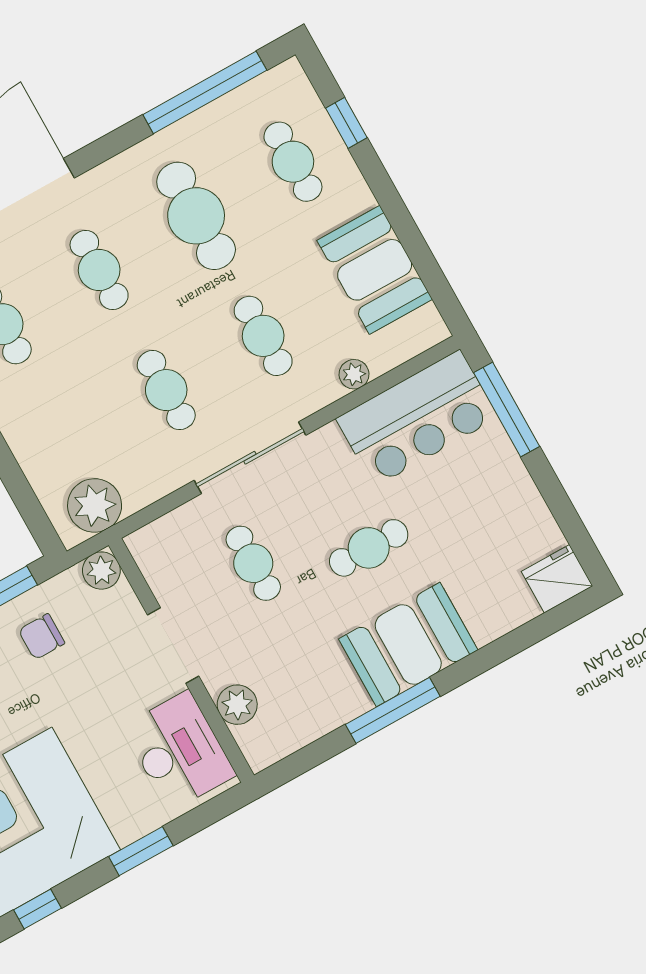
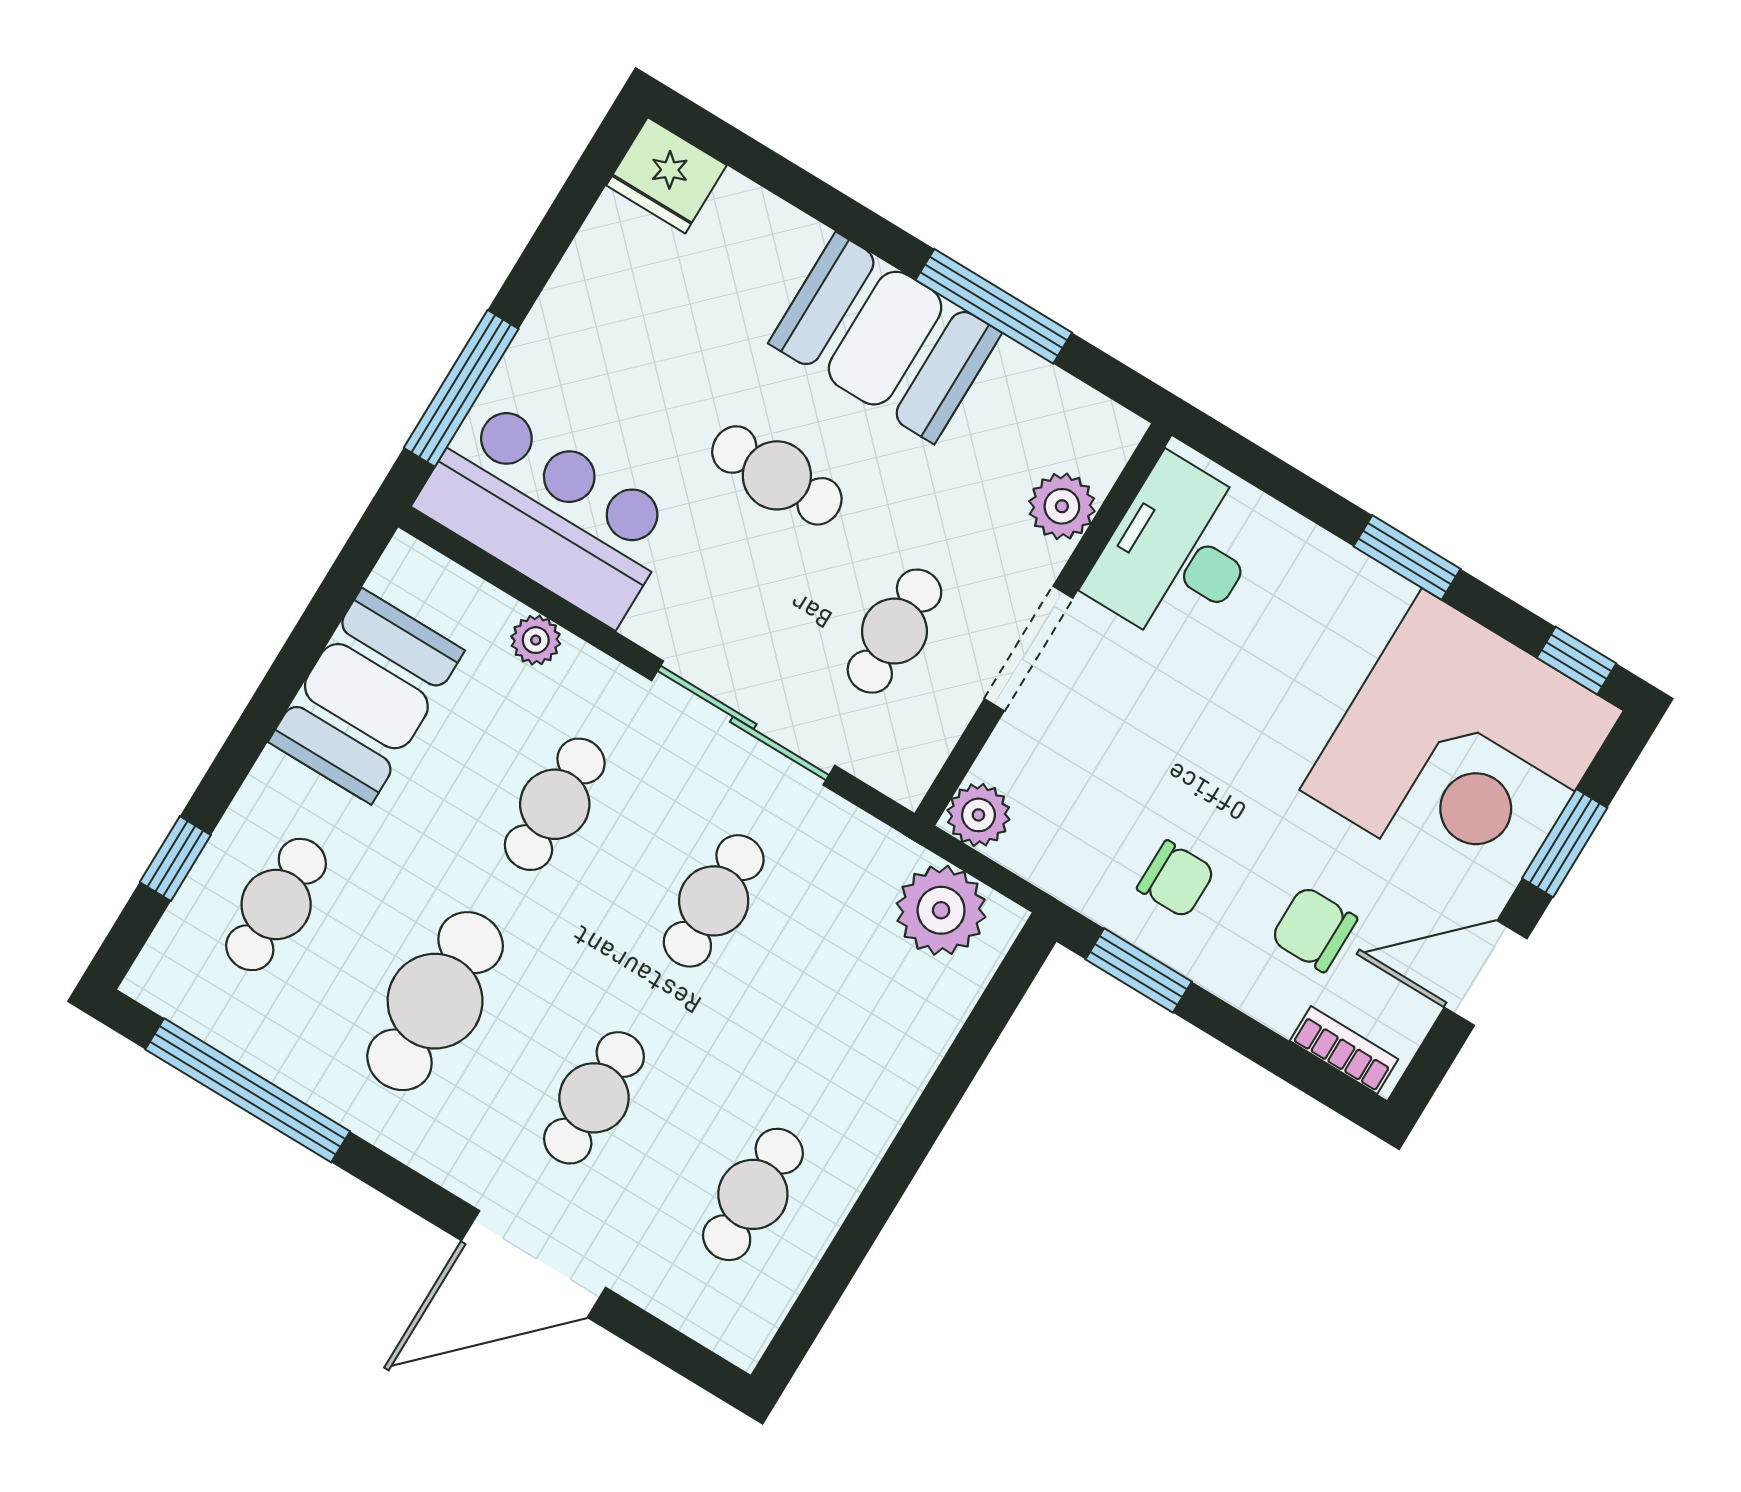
plant: (101, 571) -> (978, 815), moved
doorway: (173, 645) -> (1029, 649), moved
wall: (181, 660) -> (1043, 624), moved
plant: (237, 705) -> (1062, 506), moved
desk: (179, 751) -> (1177, 553), moved

